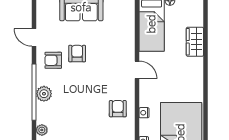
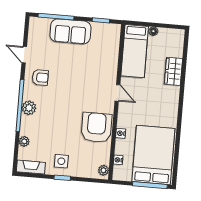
armchair: (77, 54) -> (63, 73), removed
armchair: (53, 60) -> (40, 77), turned 180
armchair: (118, 109) -> (96, 128), width x1.88, depth x1.88

